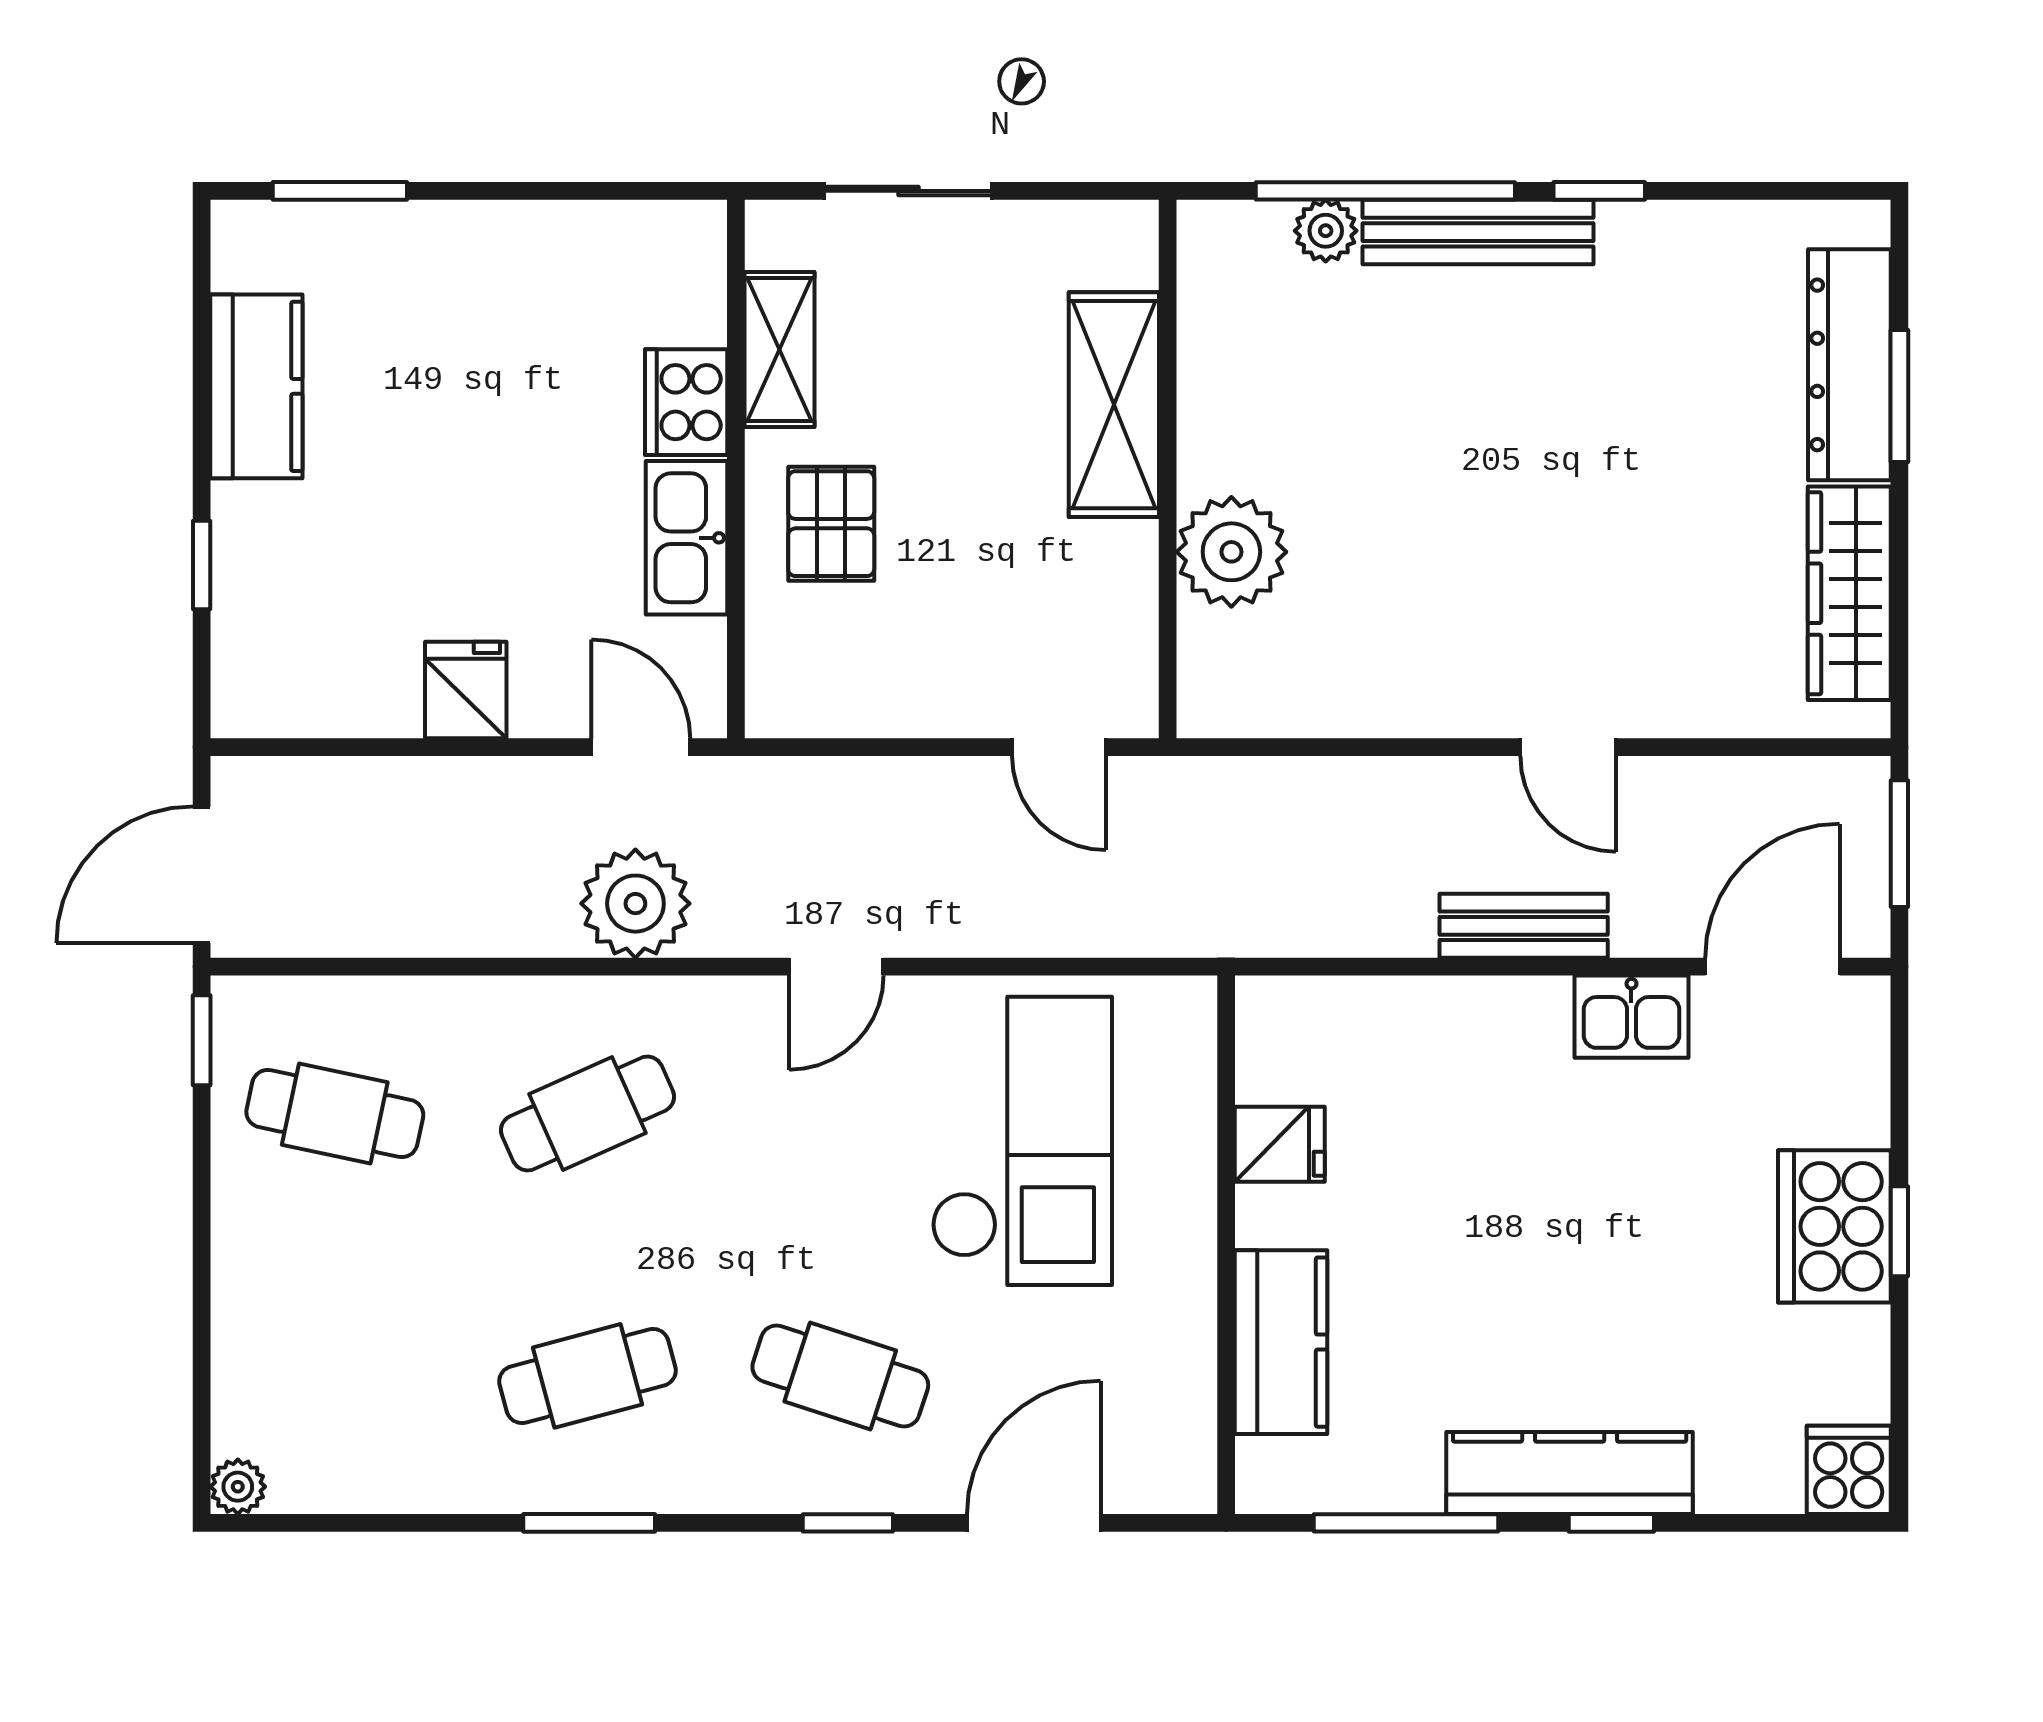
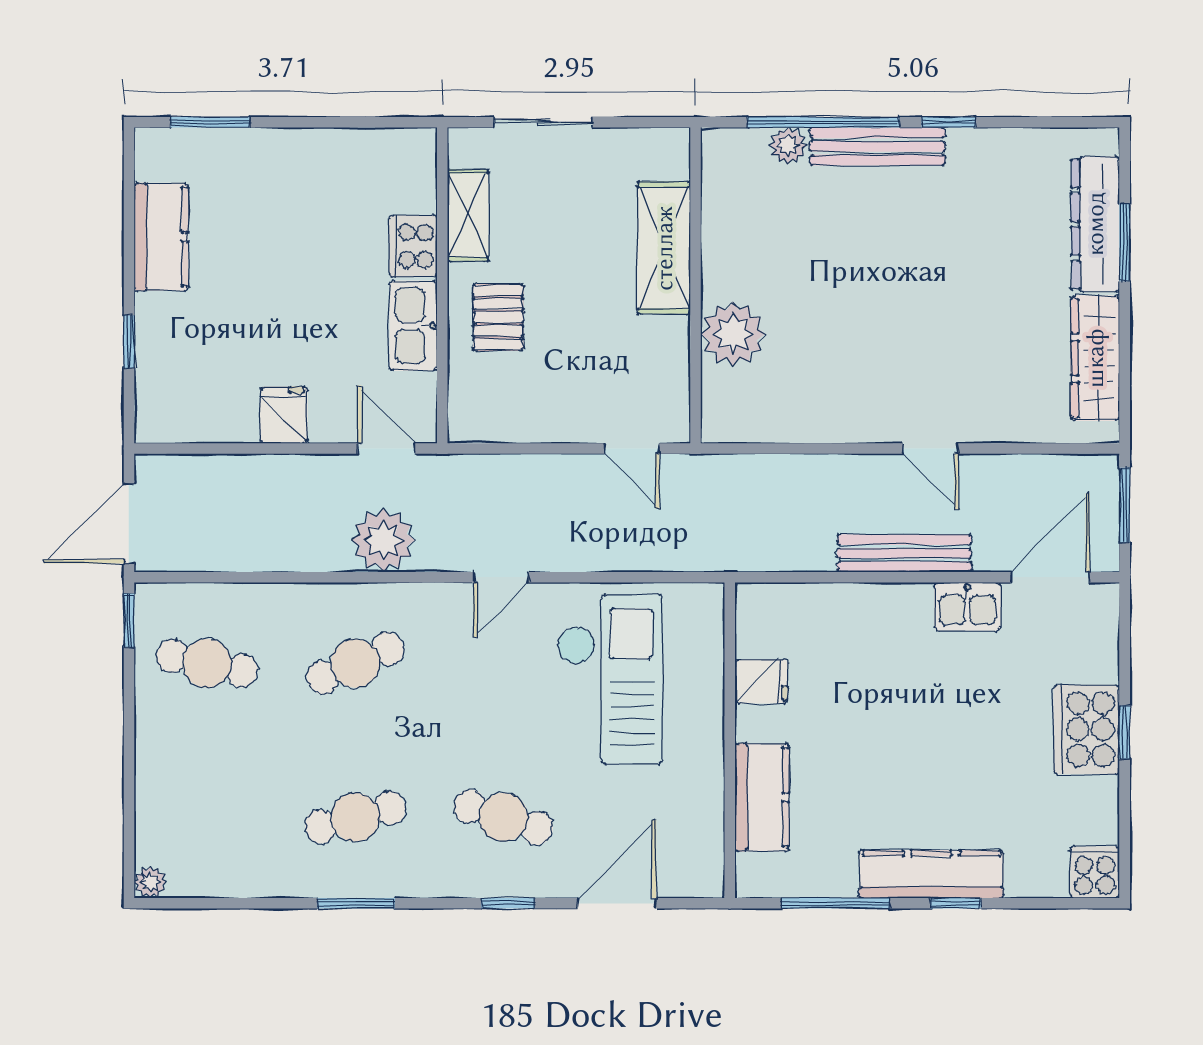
bench: (1524, 926) -> (904, 553), width x1.36

